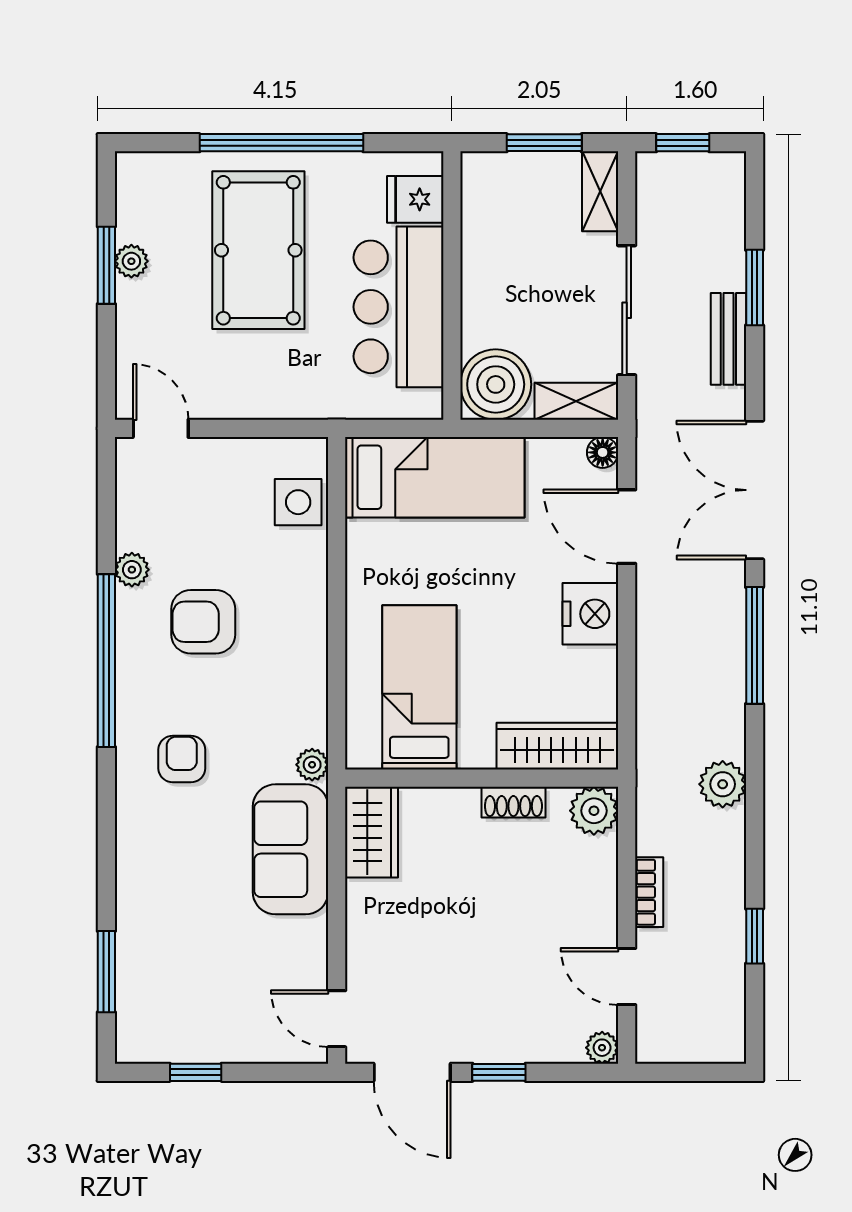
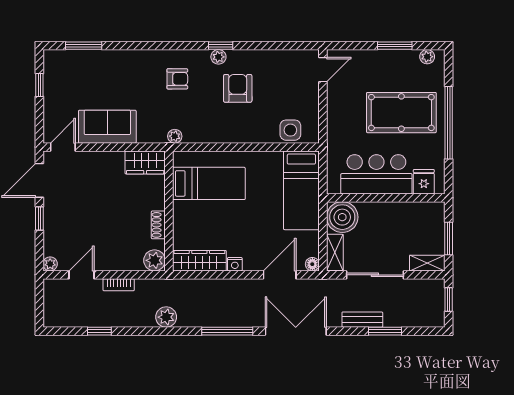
plant: (131, 261) -> (427, 57), moved
plant: (132, 570) -> (218, 57), moved
nightstand: (590, 614) -> (235, 264), width x0.53, depth x0.56
window: (106, 661) -> (221, 46), width x0.32
wardrobe: (557, 746) -> (199, 261), moved, turned -90
sofa: (290, 849) -> (107, 127), moved

